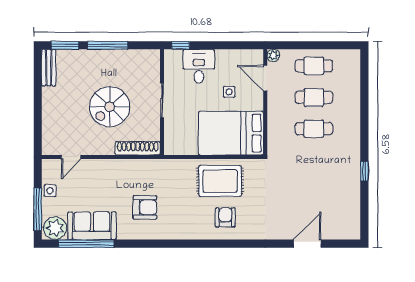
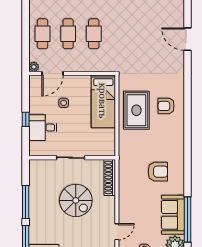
window: (181, 45) -> (26, 119), moved
bed: (231, 133) -> (103, 101), width x0.67
door: (71, 157) -> (117, 232), hinge flipped
armchair: (145, 207) -> (158, 172), turned 90

